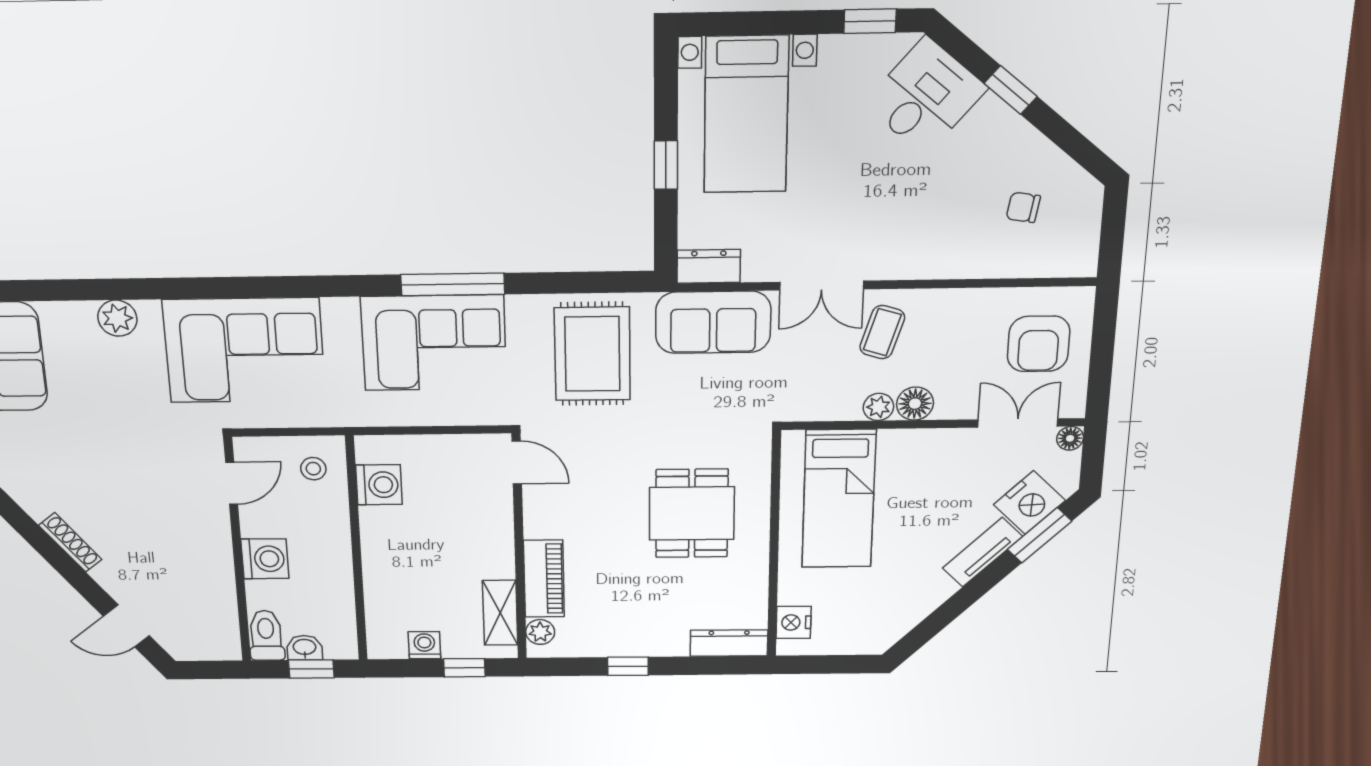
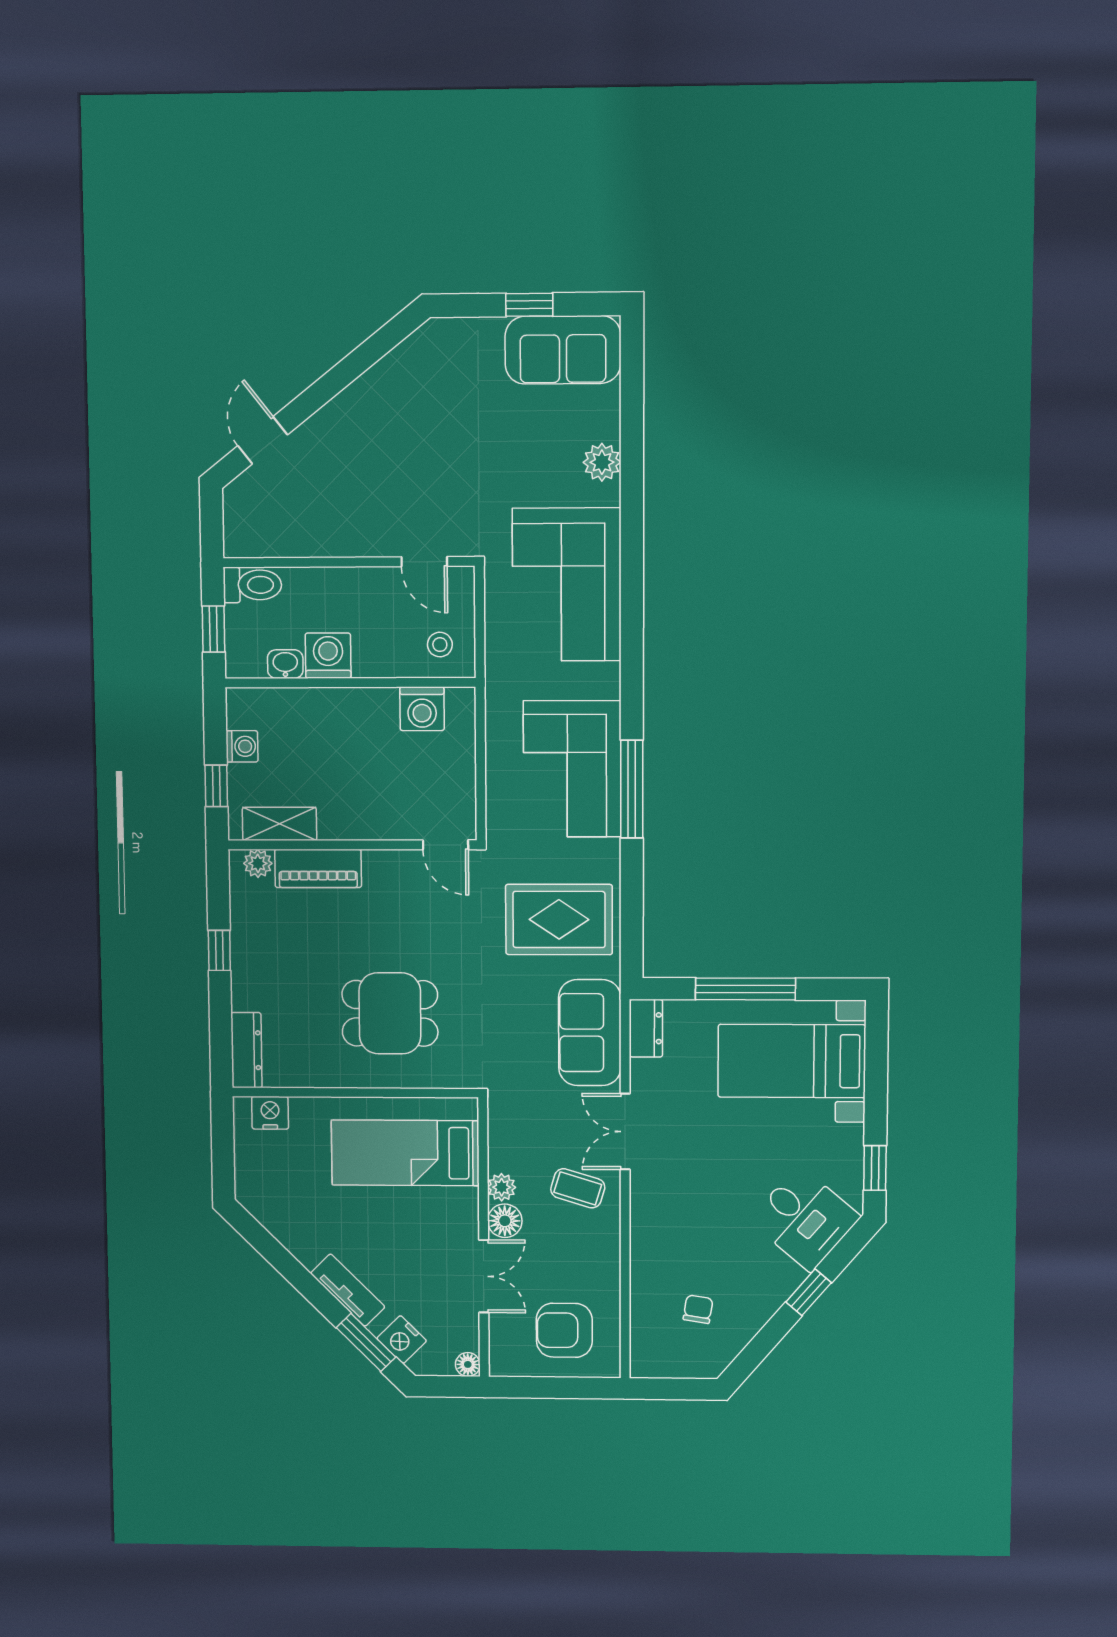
window: (666, 165) -> (745, 989), width x2.17
double door: (1018, 423) -> (484, 1276), moved
door: (517, 462) -> (446, 845), hinge flipped
nightstand: (1029, 503) -> (402, 1340), width x0.74, depth x0.75
shoe rack: (70, 542) -> (359, 391), removed
washing machine: (265, 559) -> (328, 656), moved, turned 180
washbasin: (305, 648) -> (285, 664), moved, turned -90

